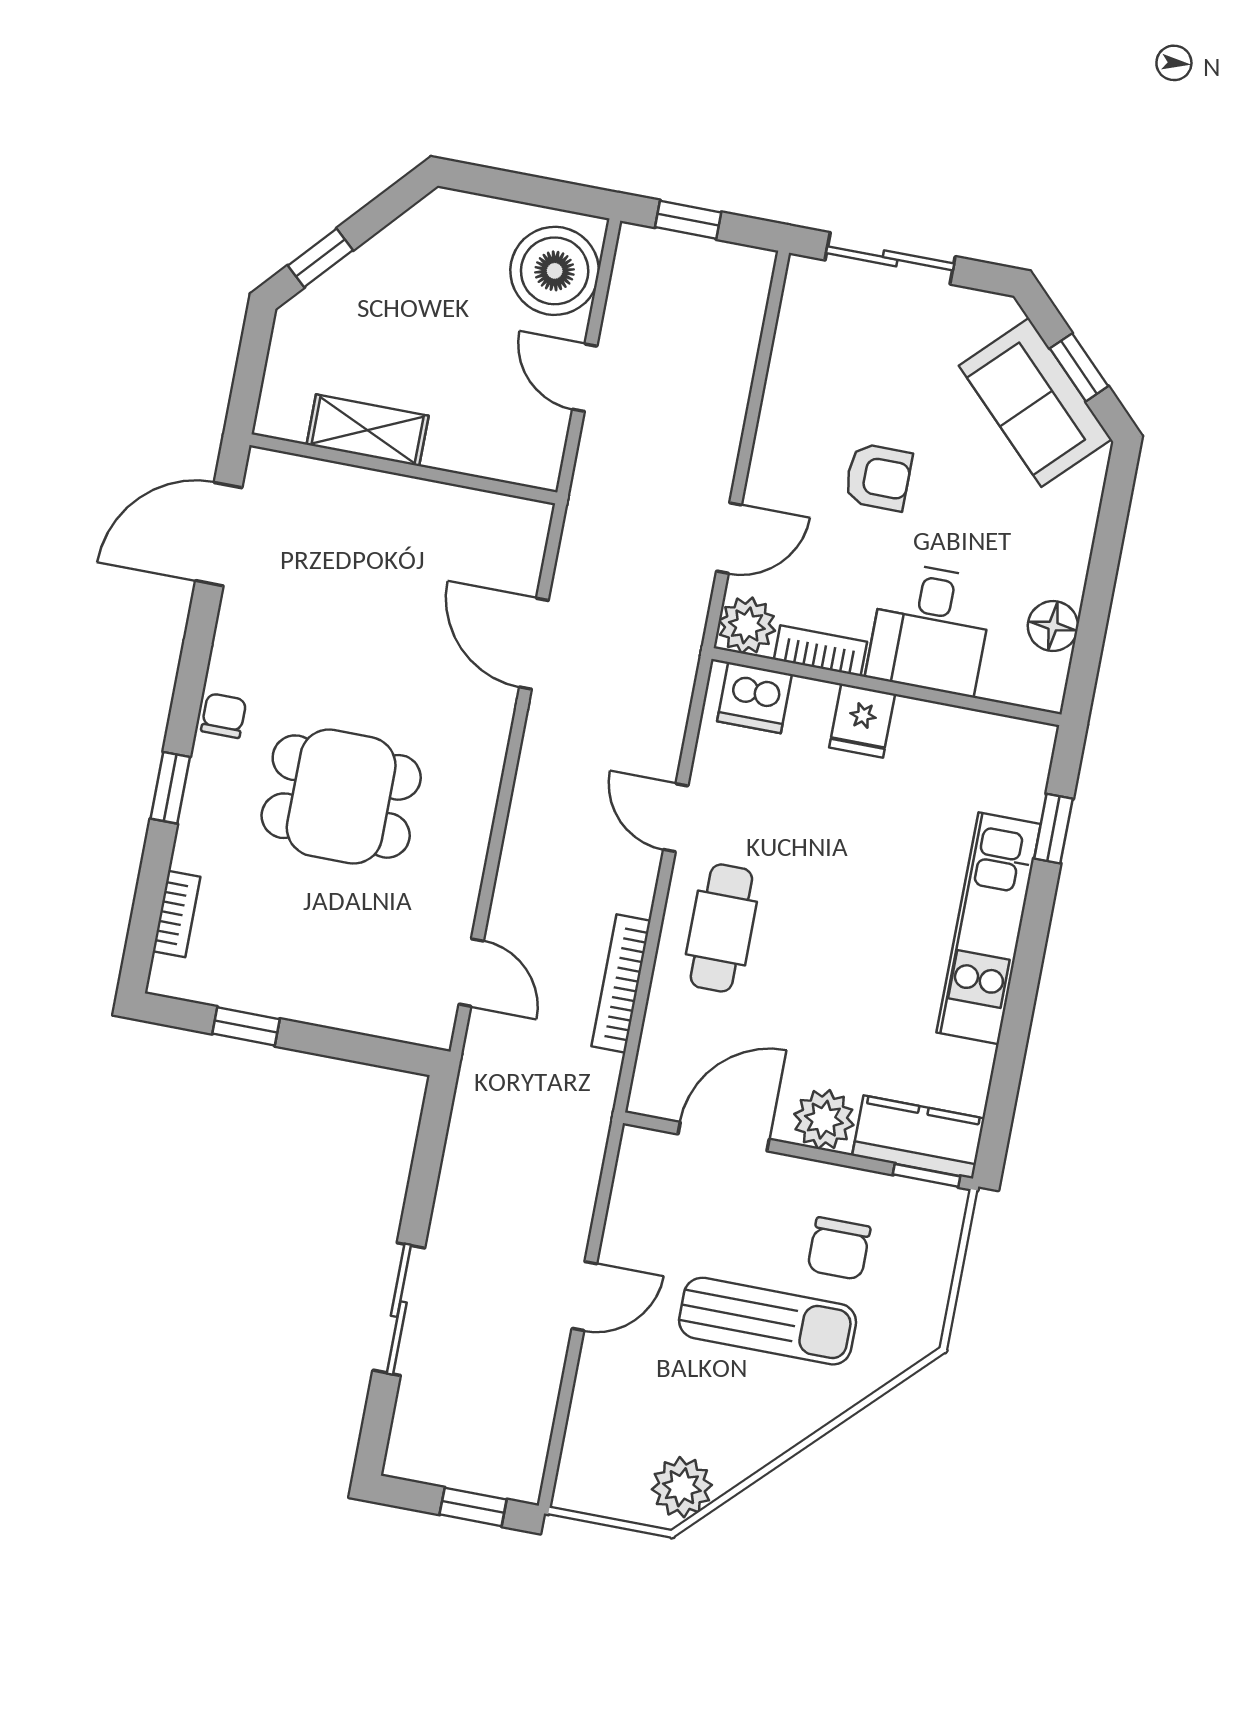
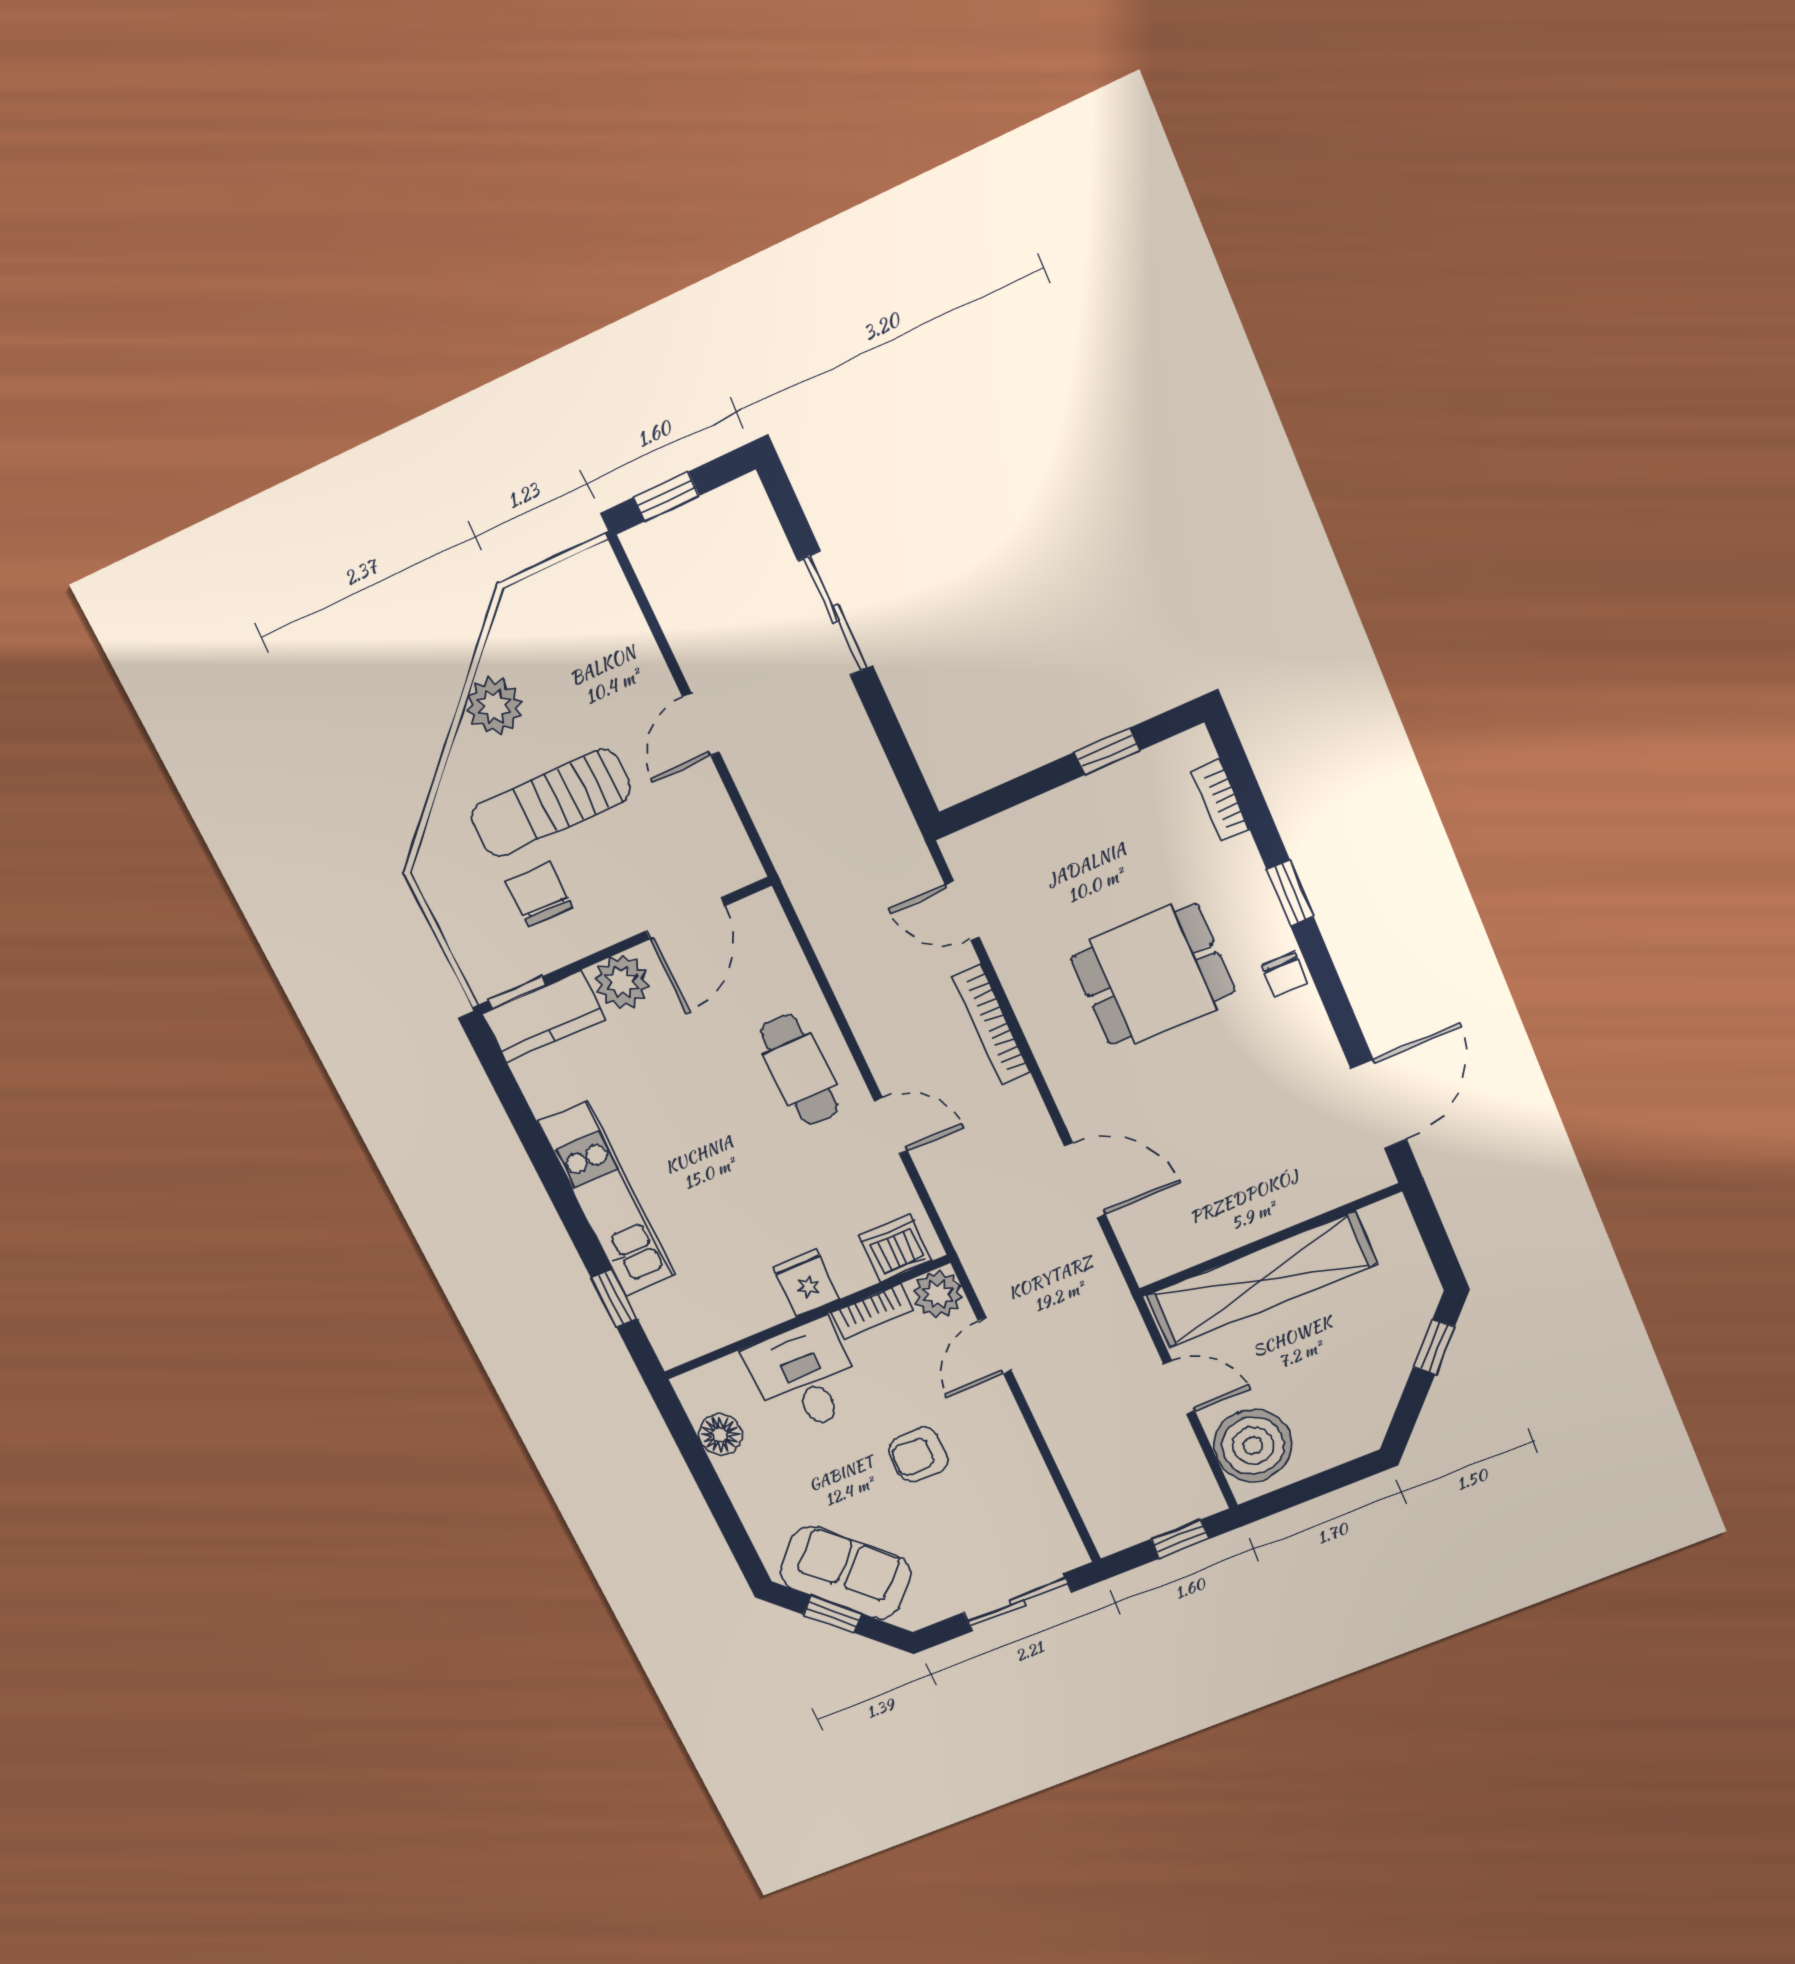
shelving: (368, 430) -> (1261, 1280), width x2.20, depth x1.33
bookcase: (621, 984) -> (991, 1024), moved, turned 180
plant: (682, 1487) -> (494, 706), moved

